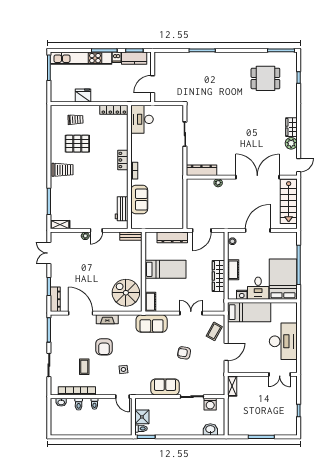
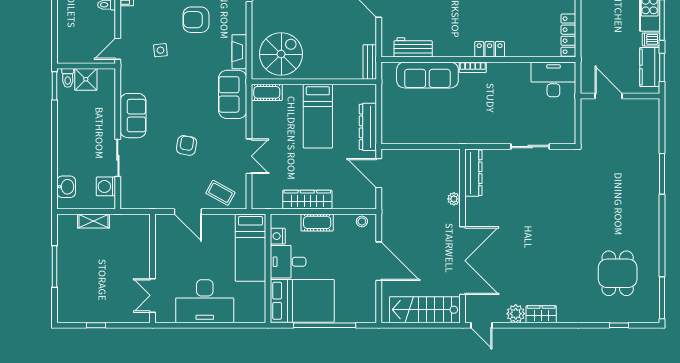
sofa: (139, 200) -> (427, 75), width x1.36
fireplace: (107, 319) -> (239, 52), moved
shelving: (232, 386) -> (93, 221), moved

